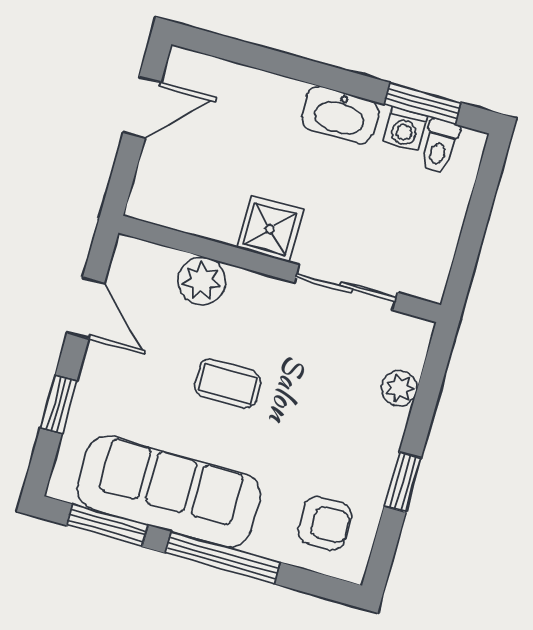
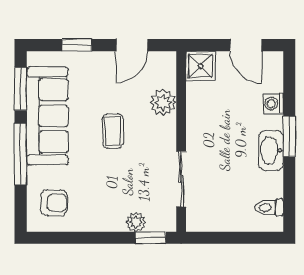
window: (423, 103) -> (289, 136), moved
washing machine: (405, 129) -> (273, 103), moved
shower: (270, 229) -> (201, 66), moved
window: (403, 482) -> (150, 238), moved
armchair: (325, 523) -> (54, 203), turned -90

